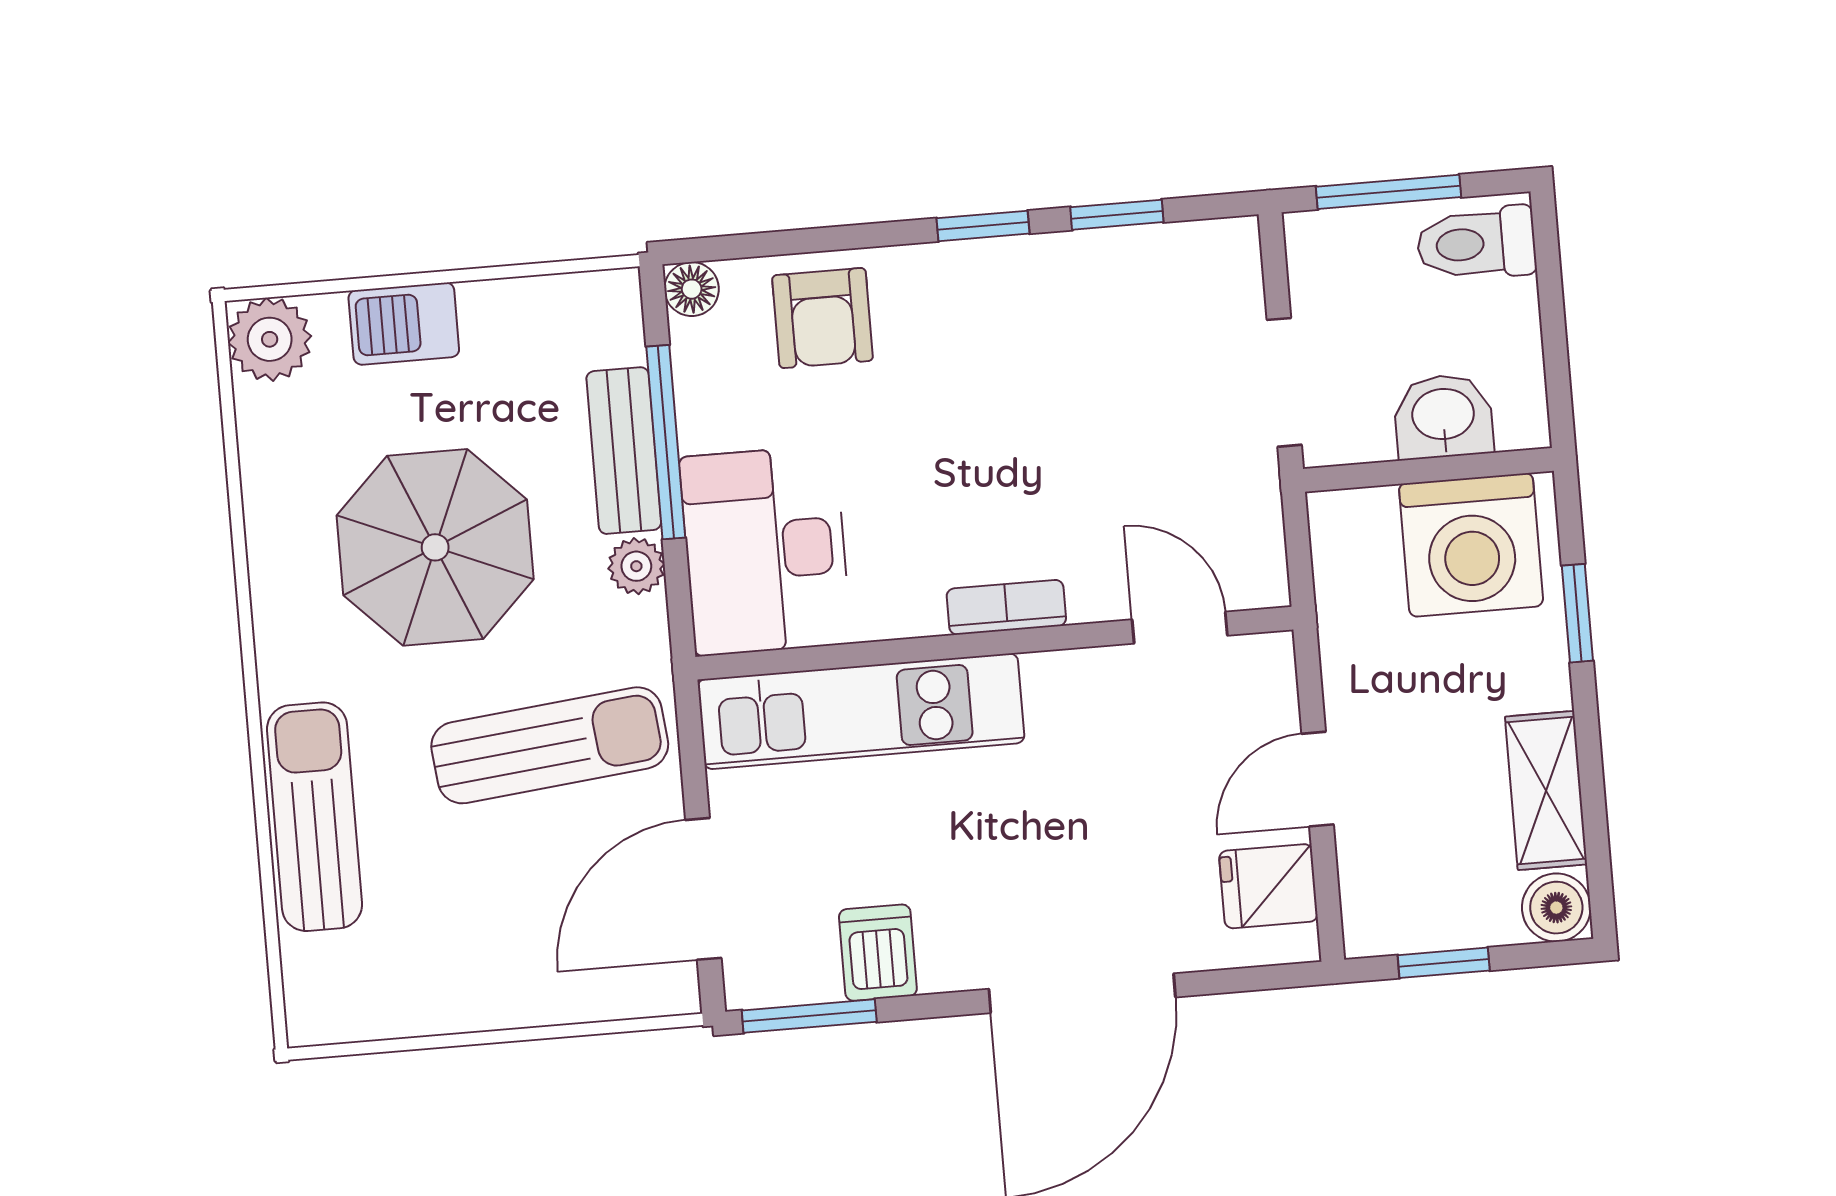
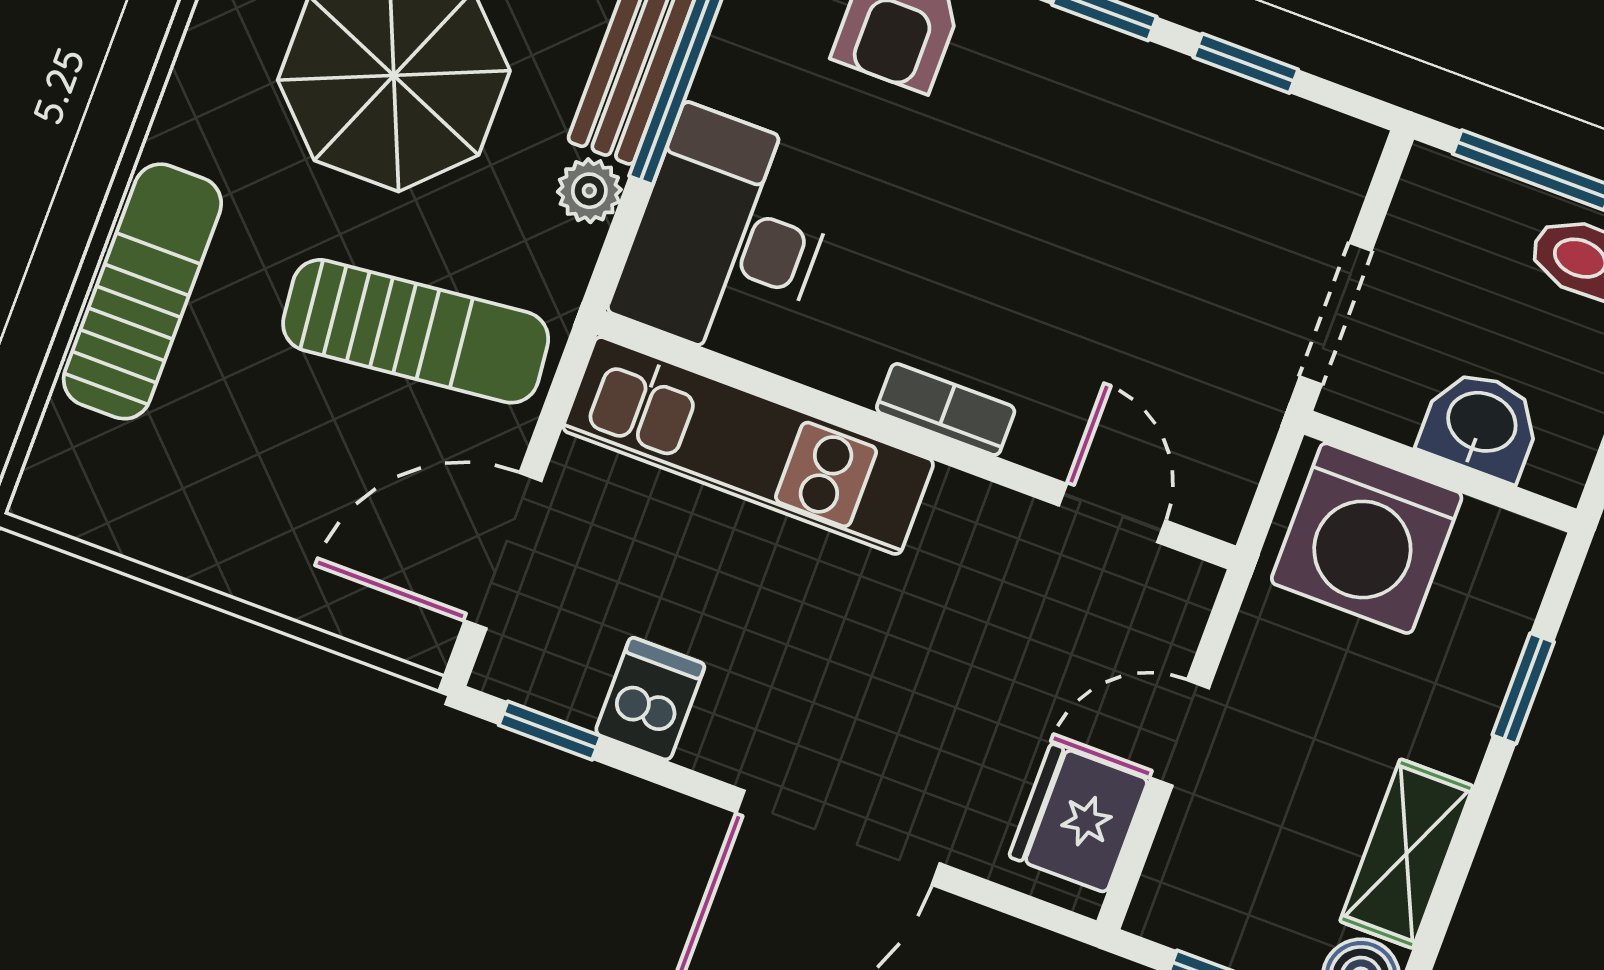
washing machine: (1471, 545) -> (1367, 538), moved
fridge: (1268, 886) -> (1079, 818), width x1.38
window: (809, 1016) -> (550, 731), width x0.67

